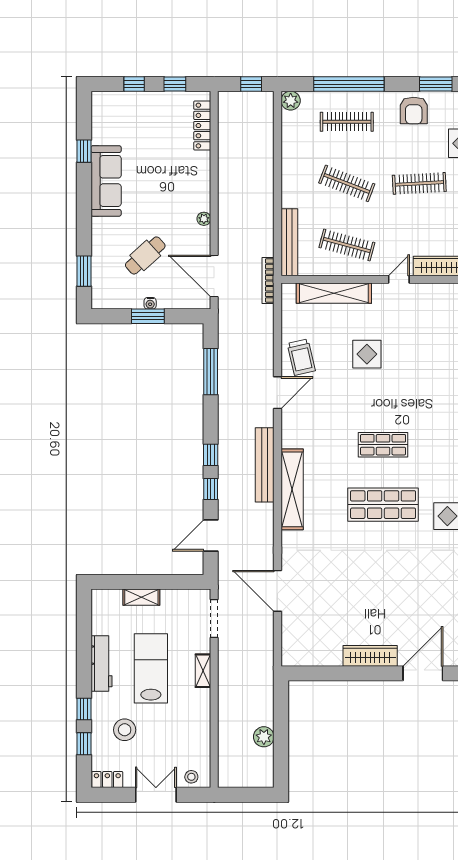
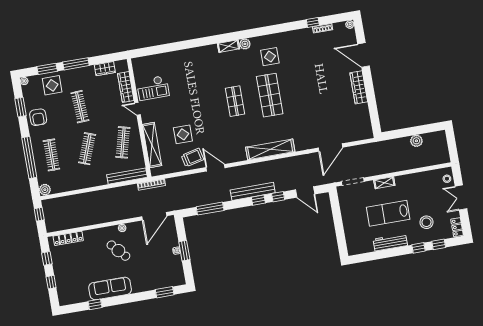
armchair: (414, 111) -> (38, 117), turned 90
cafe table: (145, 255) -> (118, 251), moved
checkout: (429, 311) -> (153, 88), added
display table: (367, 354) -> (183, 134), moved
bench: (265, 465) -> (253, 191), moved
shelving: (141, 597) -> (348, 226), removed

